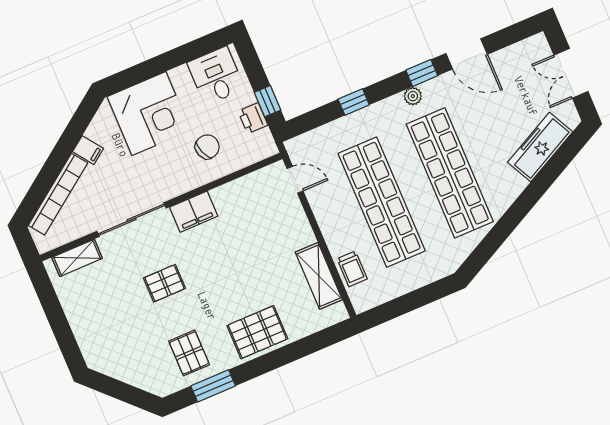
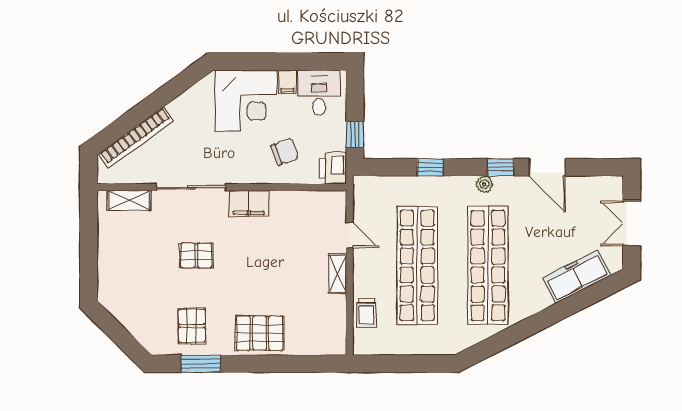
printer: (253, 118) -> (333, 168), moved, width x1.36, depth x1.24
filing cabinet: (88, 150) -> (287, 82), moved, turned 36
door: (295, 180) -> (350, 235), moved
shelving: (319, 276) -> (337, 274), moved, width x0.67, depth x0.75

